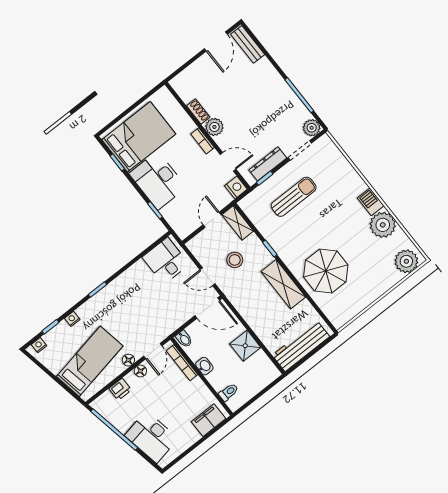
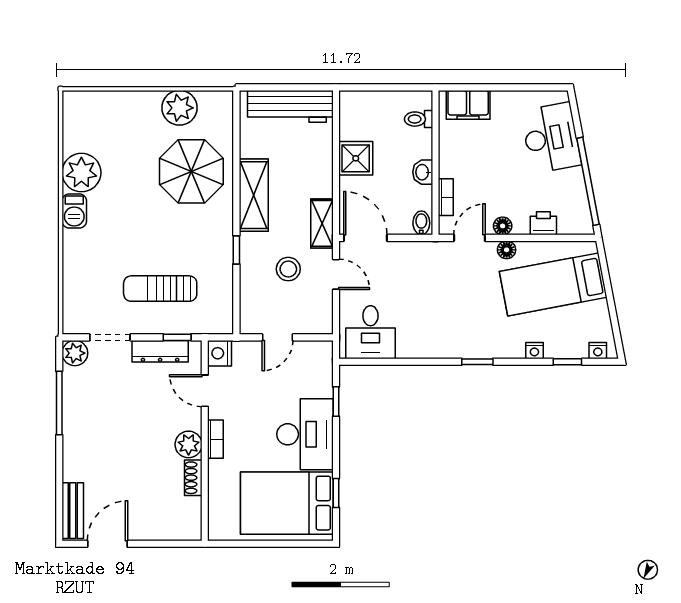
shelving: (238, 223) -> (322, 223), moved
plant: (406, 261) -> (180, 108), moved
bookcase: (182, 363) -> (446, 197), width x0.64

